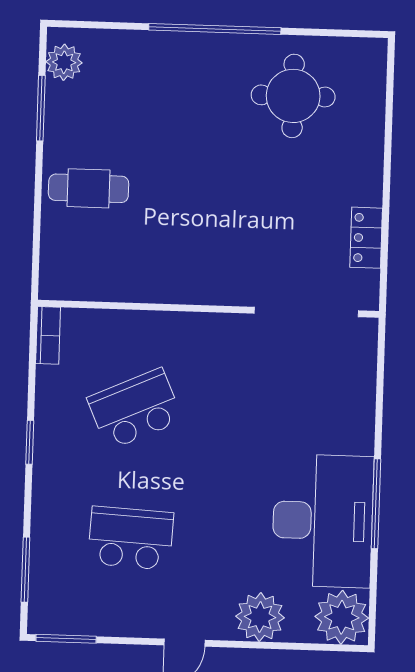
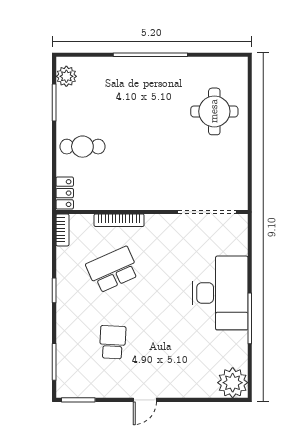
round table: (293, 96) -> (214, 111), moved
locker: (366, 238) -> (65, 193), moved, turned 180
bookcase: (149, 322) -> (119, 220), added
desk: (323, 521) -> (220, 293), moved
school desk: (131, 538) -> (113, 342), width x0.54
plant: (260, 617) -> (187, 384), removed

